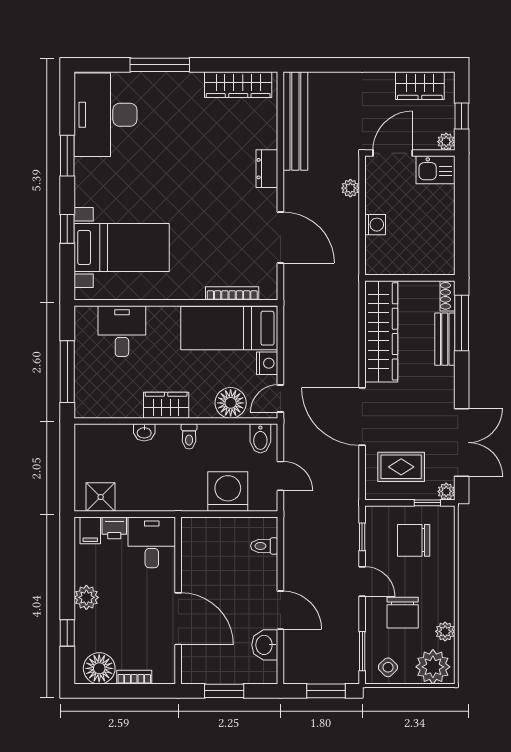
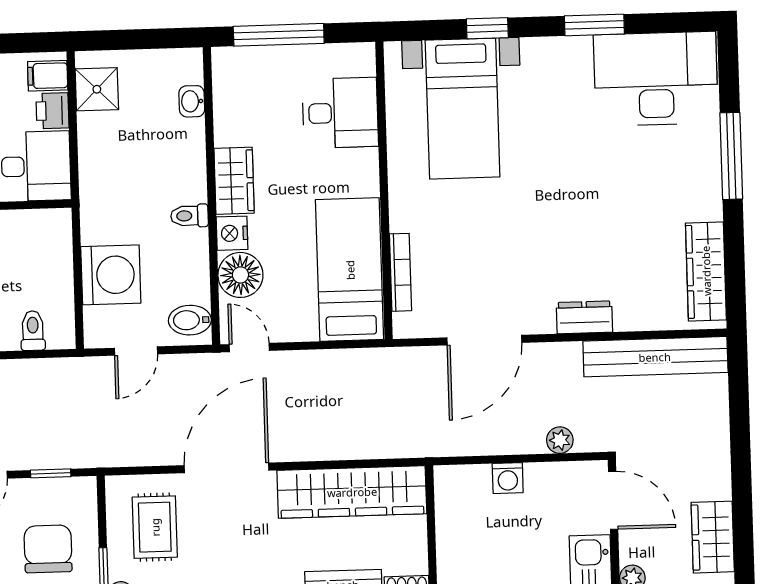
nightstand: (267, 363) -> (232, 233), moved, turned 90
washbasin: (144, 432) -> (192, 101), moved

